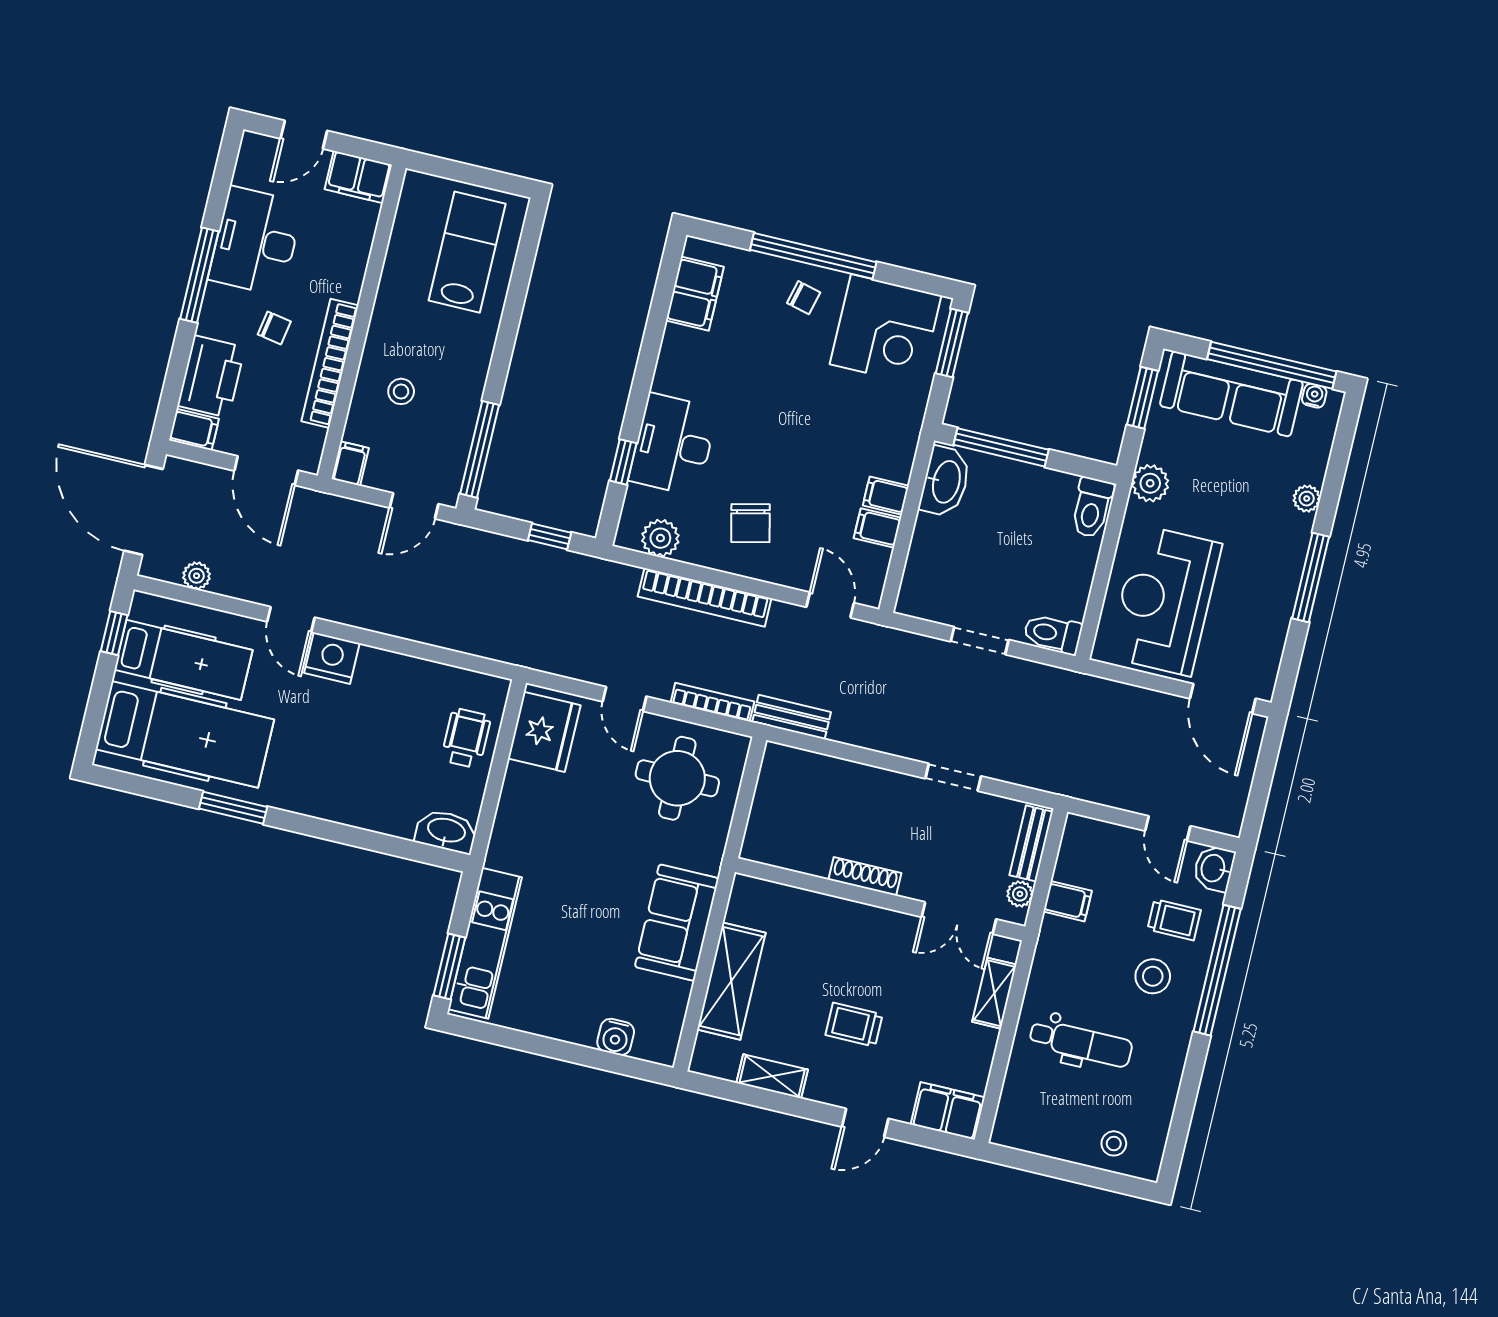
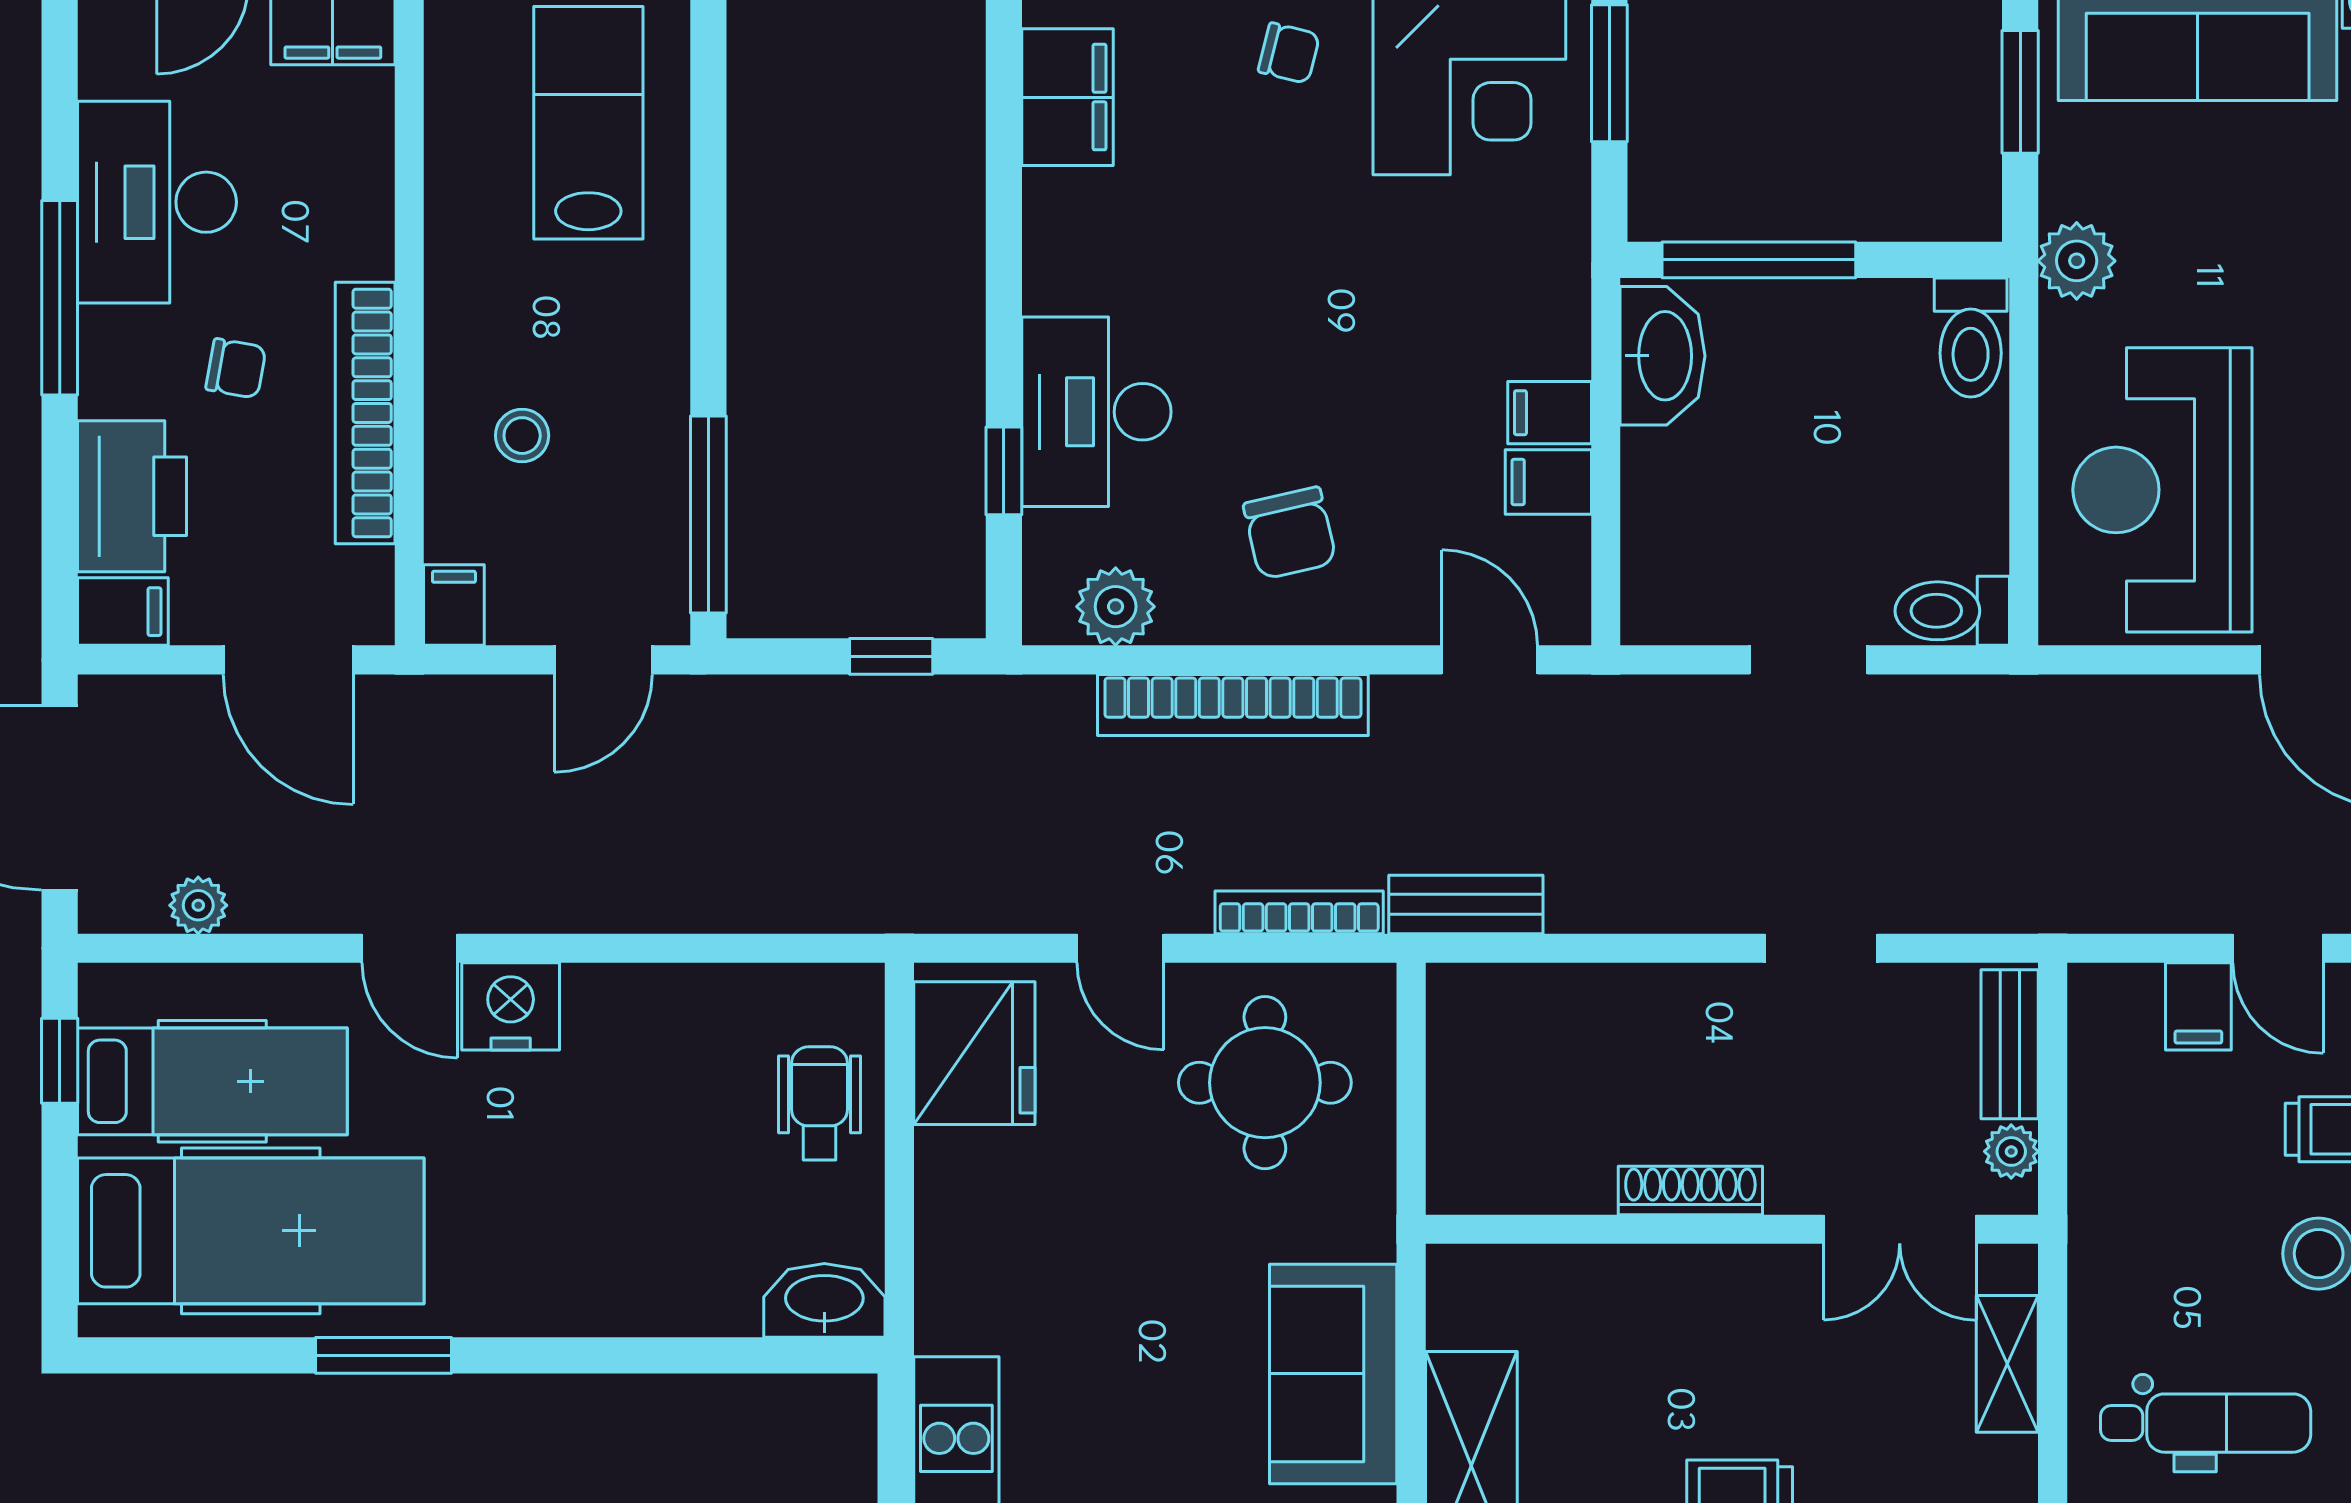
filing cabinet: (1068, 901) -> (2198, 1006), moved, turned 90

